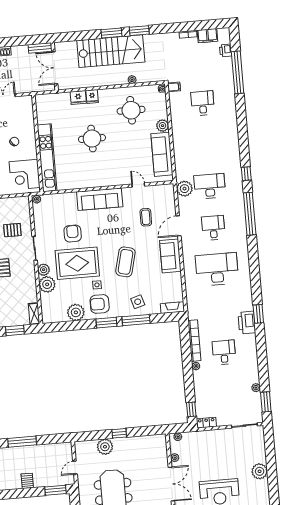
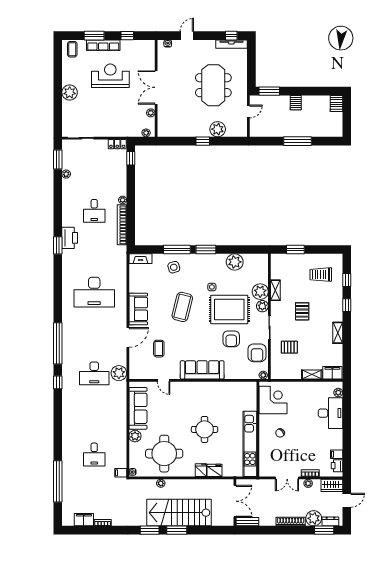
printer: (226, 50) -> (67, 504), removed
round table: (131, 110) -> (164, 454), width x1.36, depth x1.36
kitchen unit: (47, 158) -> (250, 444), moved
desk: (213, 228) -> (94, 333), removed
armchair: (100, 304) -> (257, 353), moved, turned 90
shelving: (34, 314) -> (275, 290), moved

